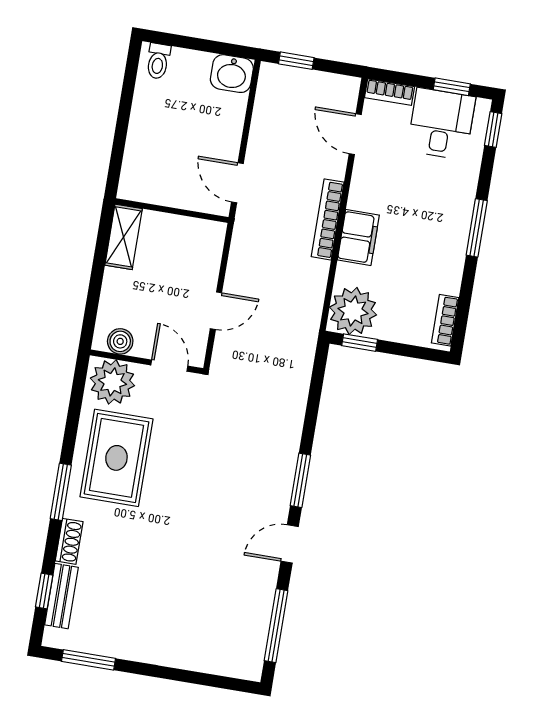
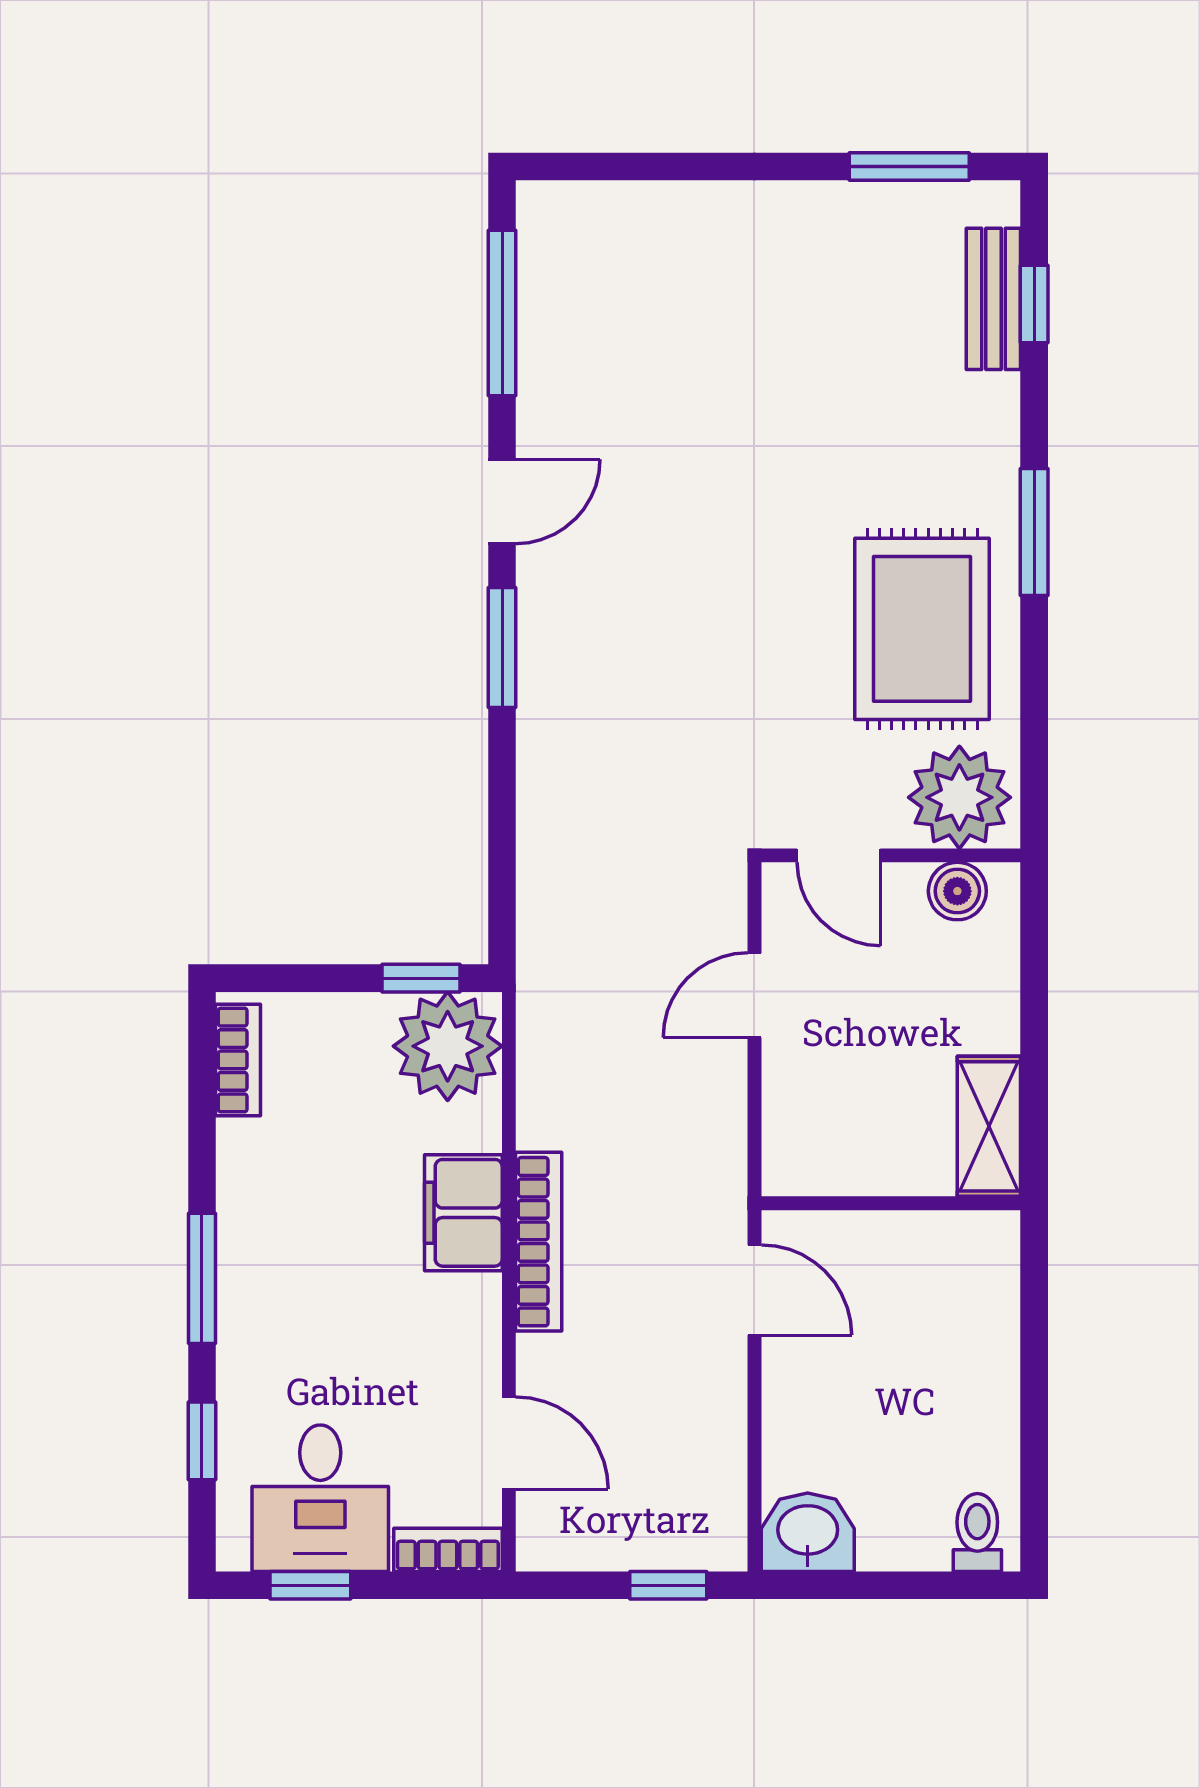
window: (493, 130) -> (202, 1441), moved
shoe rack: (69, 541) -> (997, 424), removed

